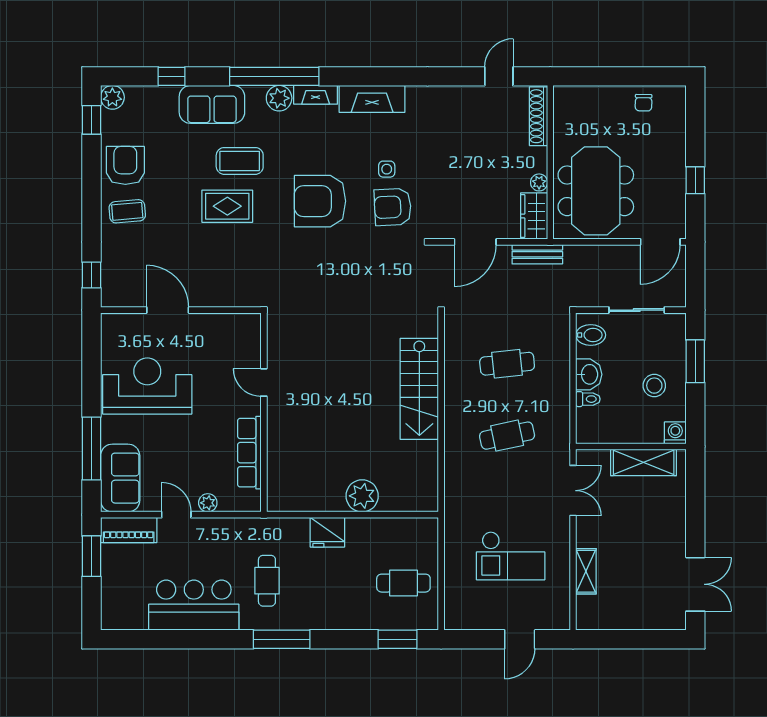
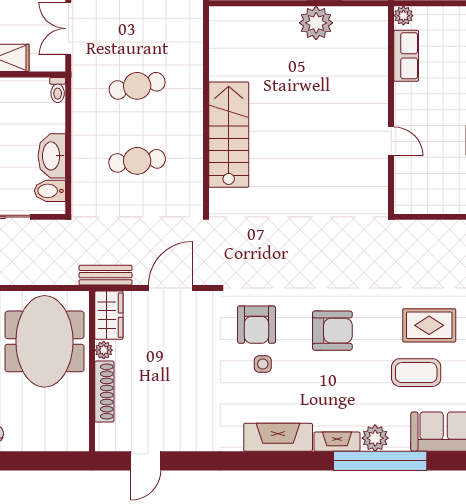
shoe rack: (538, 116) -> (104, 391), moved
armchair: (320, 201) -> (332, 331), width x0.73, depth x0.73
armchair: (393, 207) -> (256, 325), turned 93
washbasin: (589, 374) -> (52, 156), width x1.38
toilet: (588, 399) -> (58, 90), moved, turned -90
row of seats: (249, 453) -> (406, 56), width x0.68
plant: (362, 496) -> (316, 23), moved
plant: (208, 503) -> (403, 16), moved

